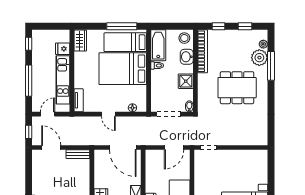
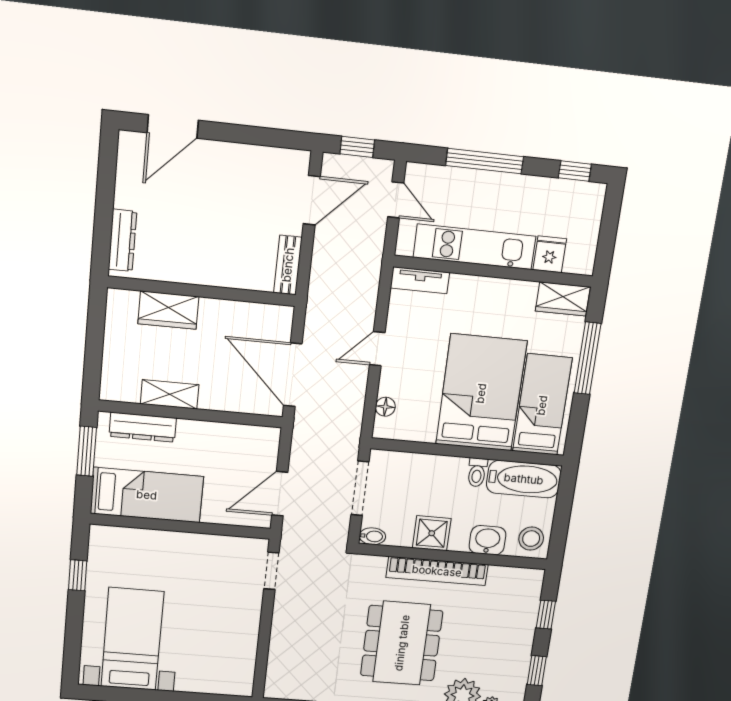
window: (122, 26) -> (588, 358), moved
bookcase: (202, 51) -> (437, 571), moved
door: (123, 147) -> (293, 375), hinge flipped
door: (174, 147) -> (280, 494), hinge flipped

